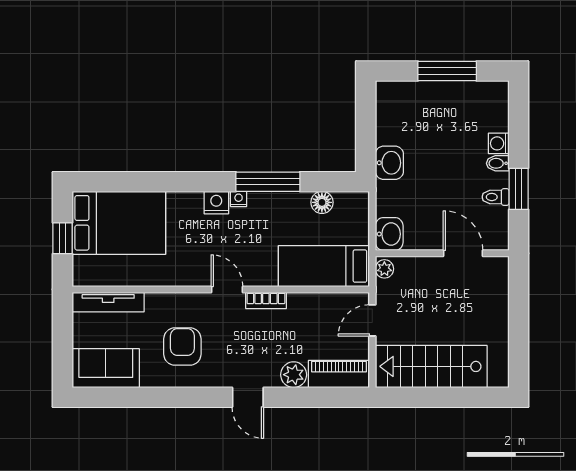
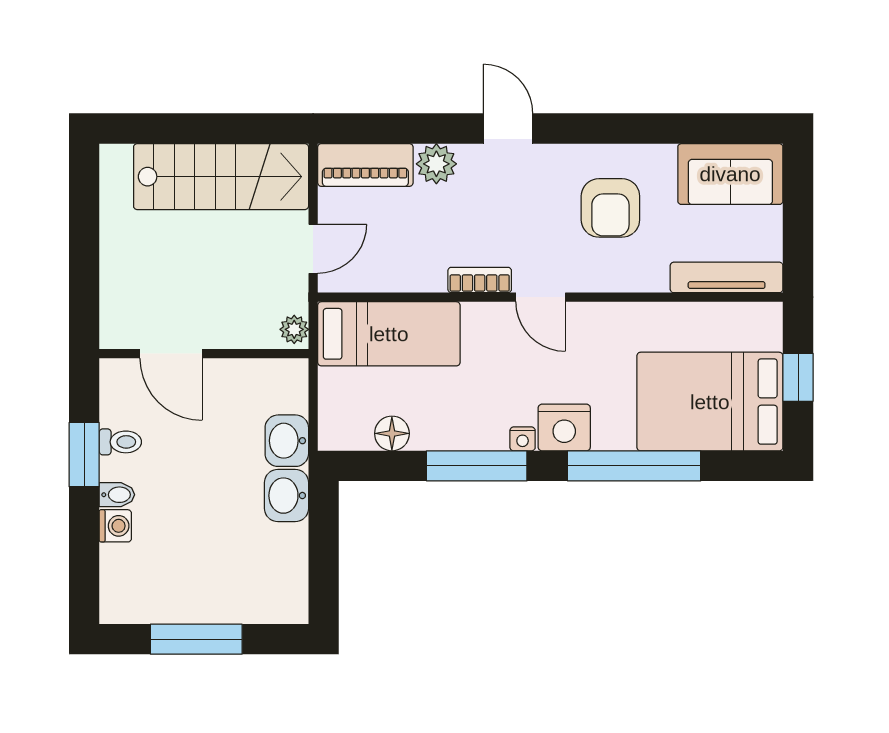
window: (167, 182) -> (634, 466), added
nightstand: (216, 203) -> (564, 427), width x1.36, depth x1.33
washbasin: (389, 234) -> (287, 441), moved

